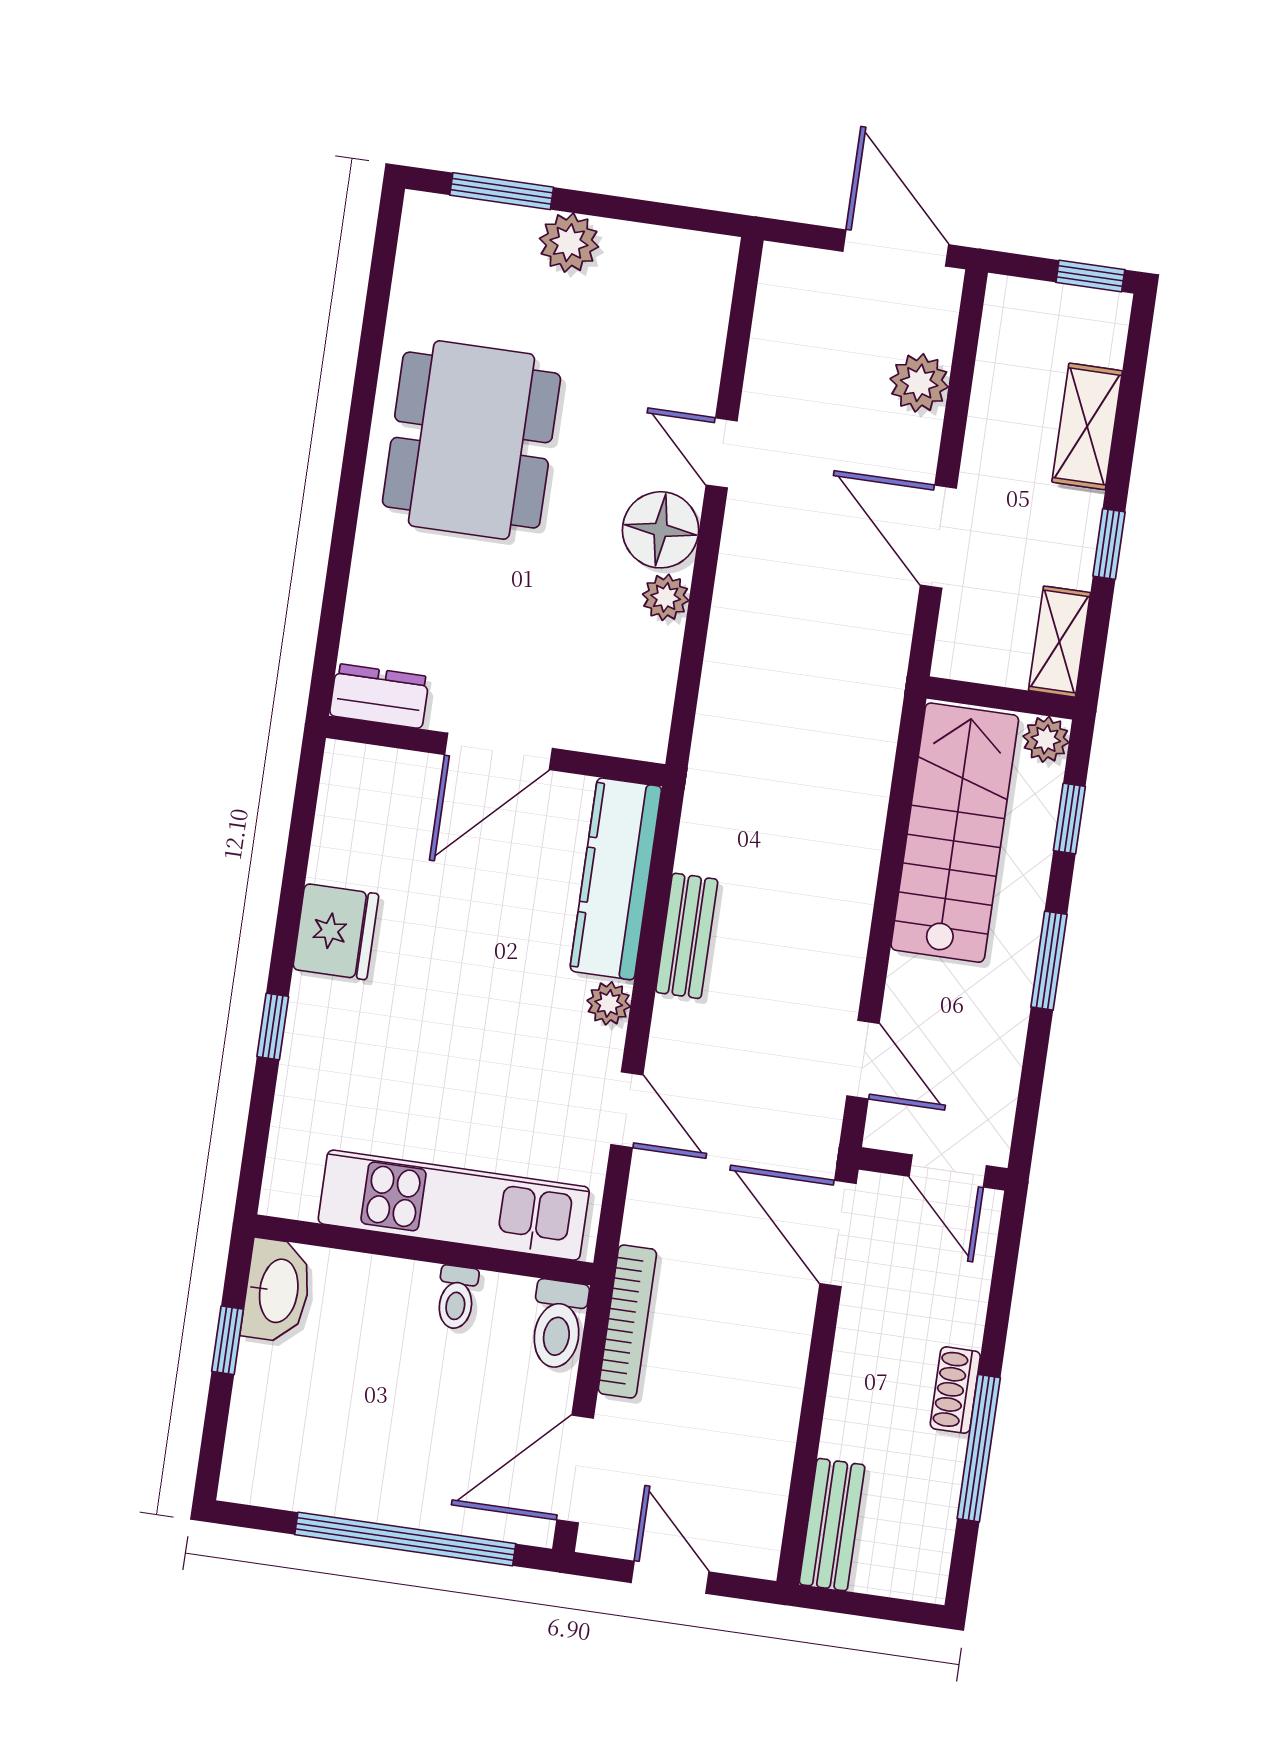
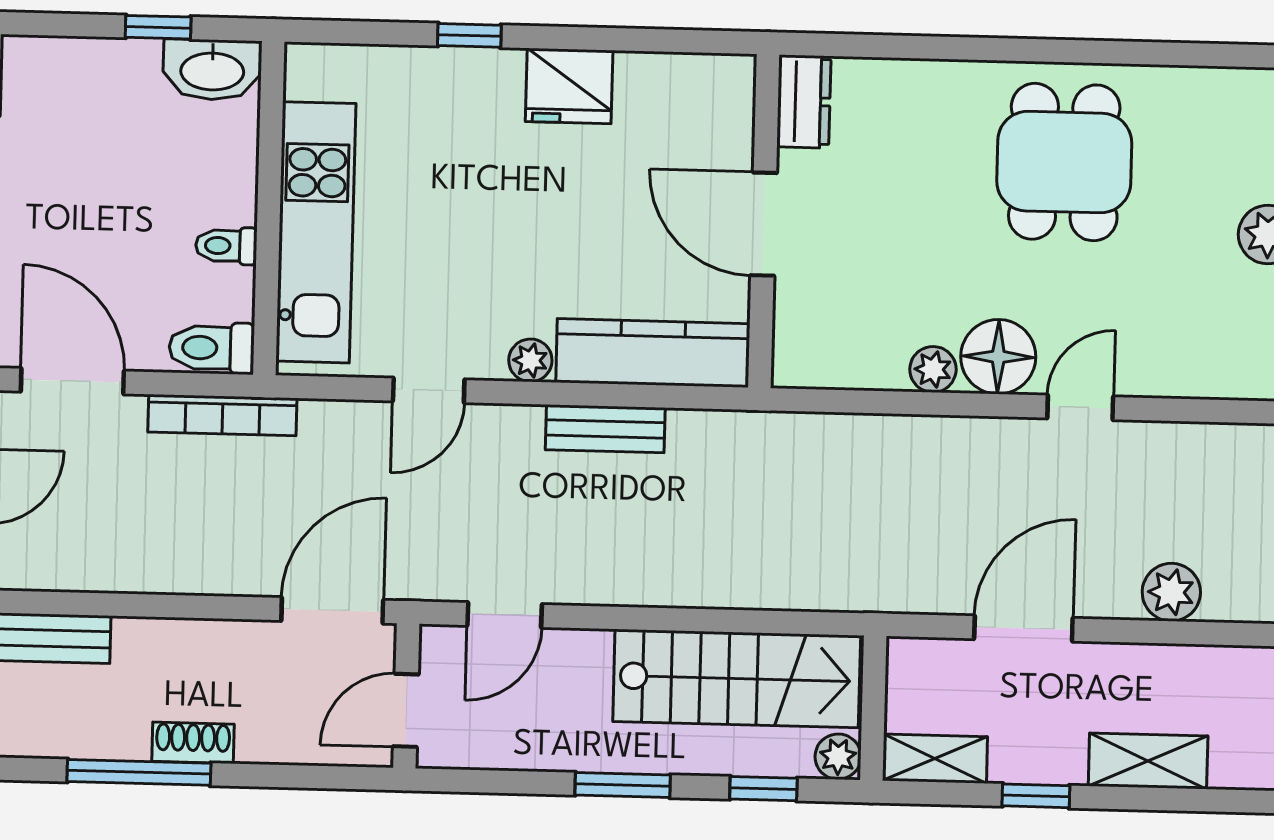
dining table: (471, 440) -> (1064, 162), width x0.73

